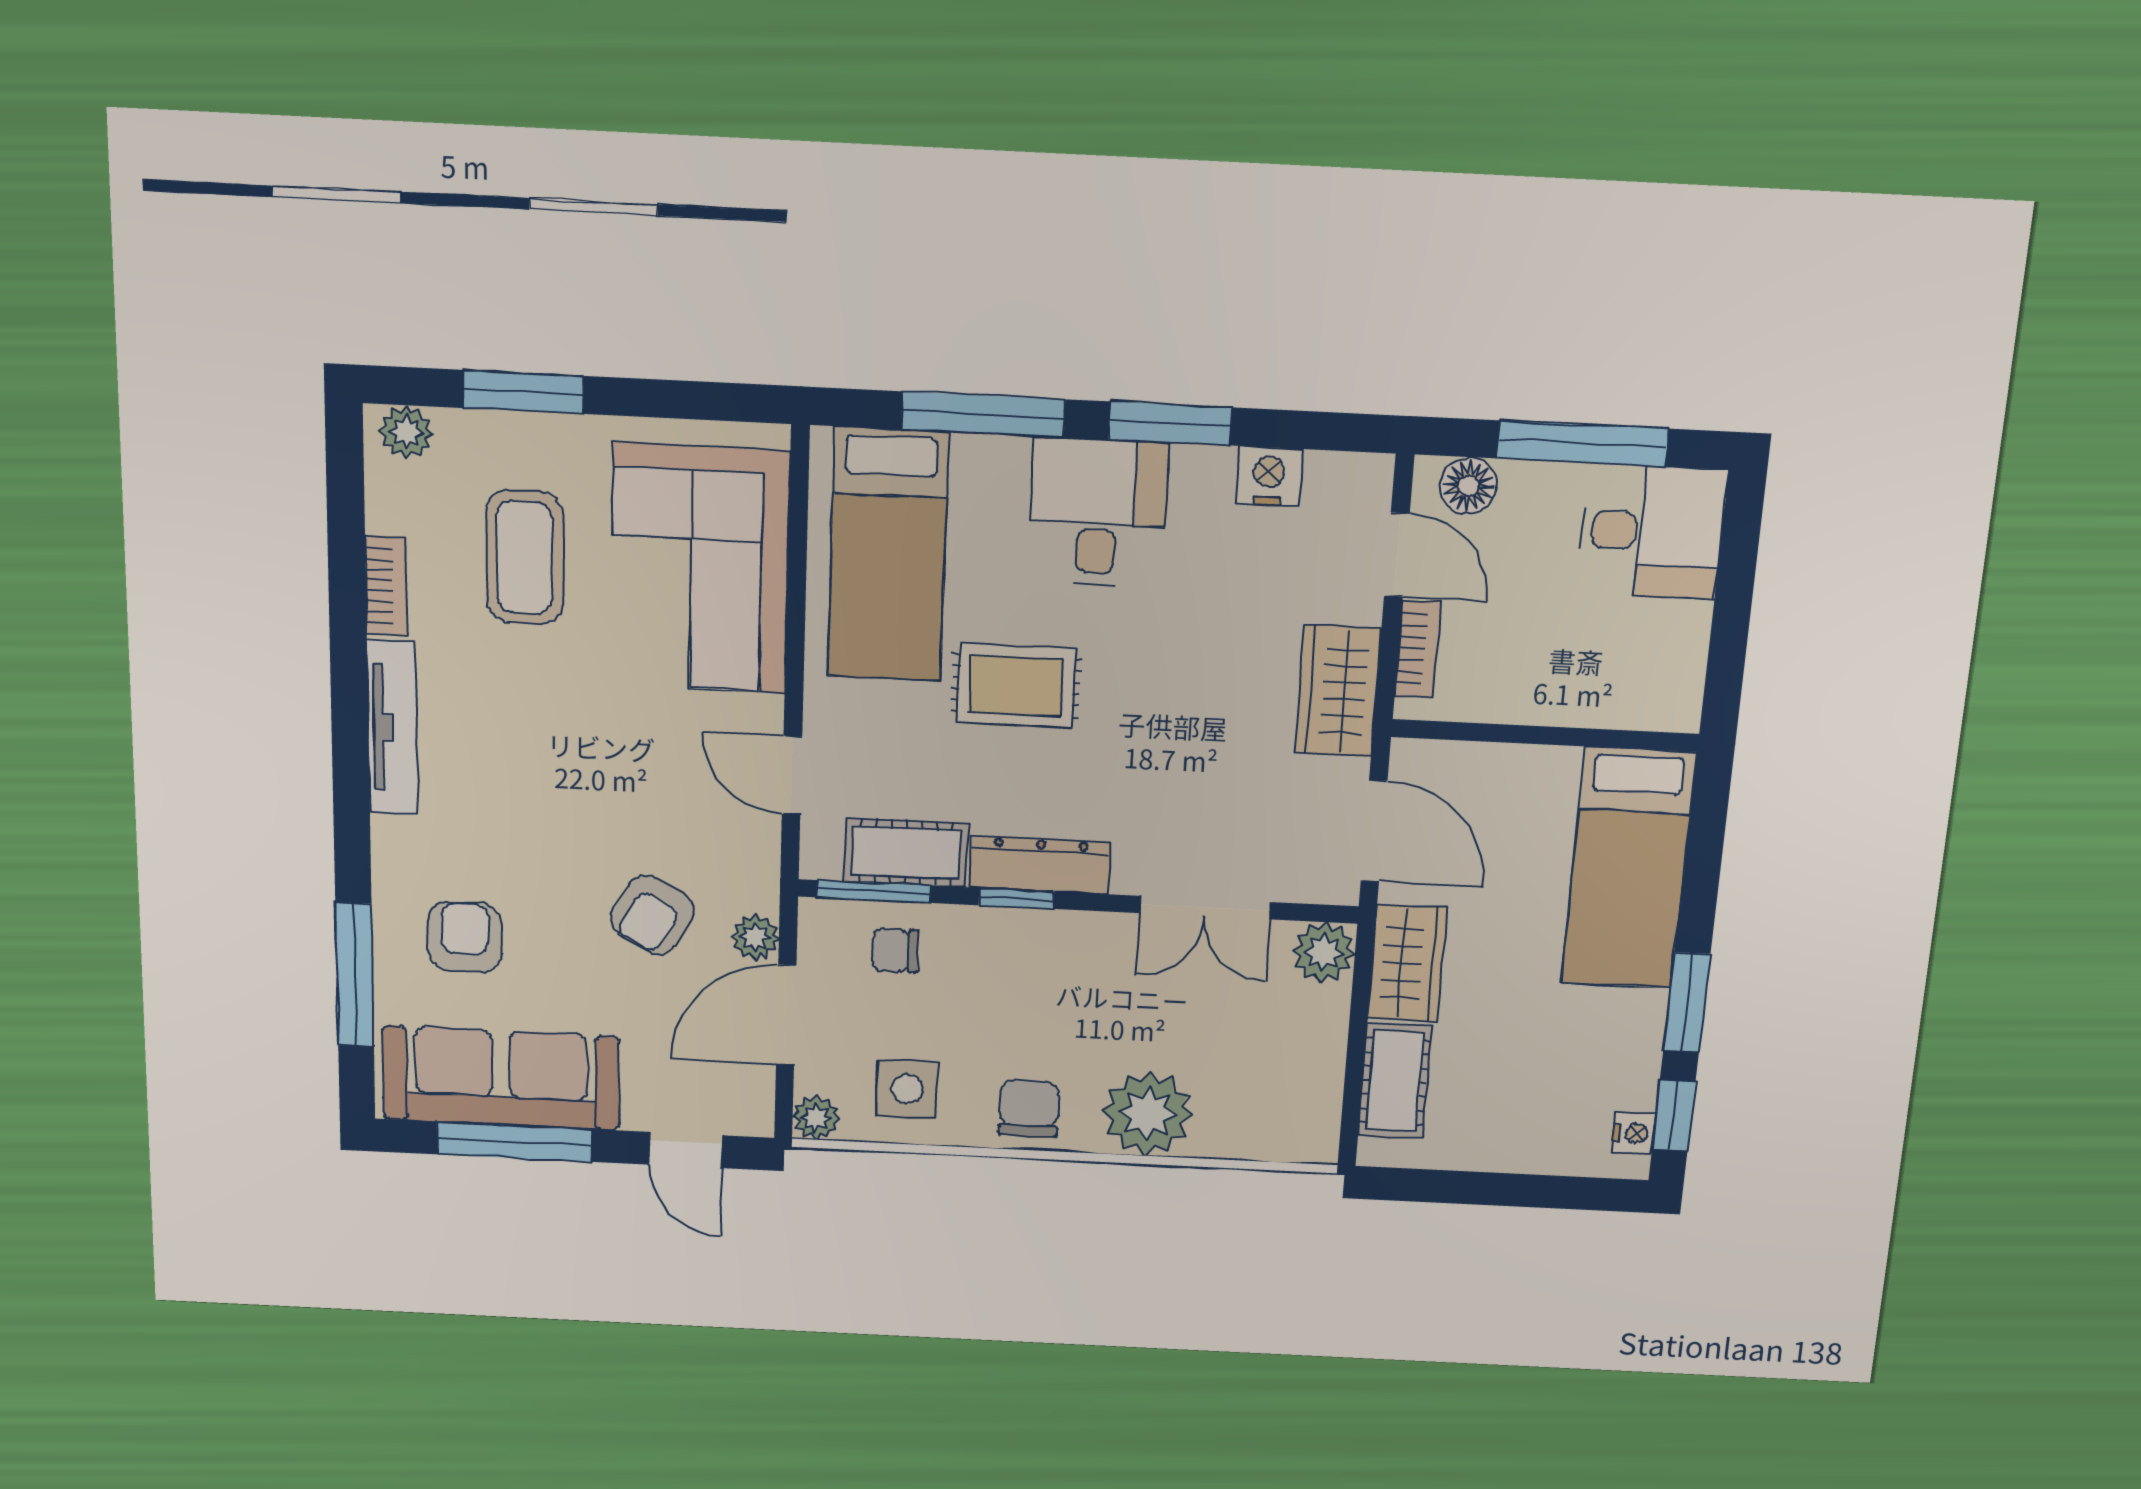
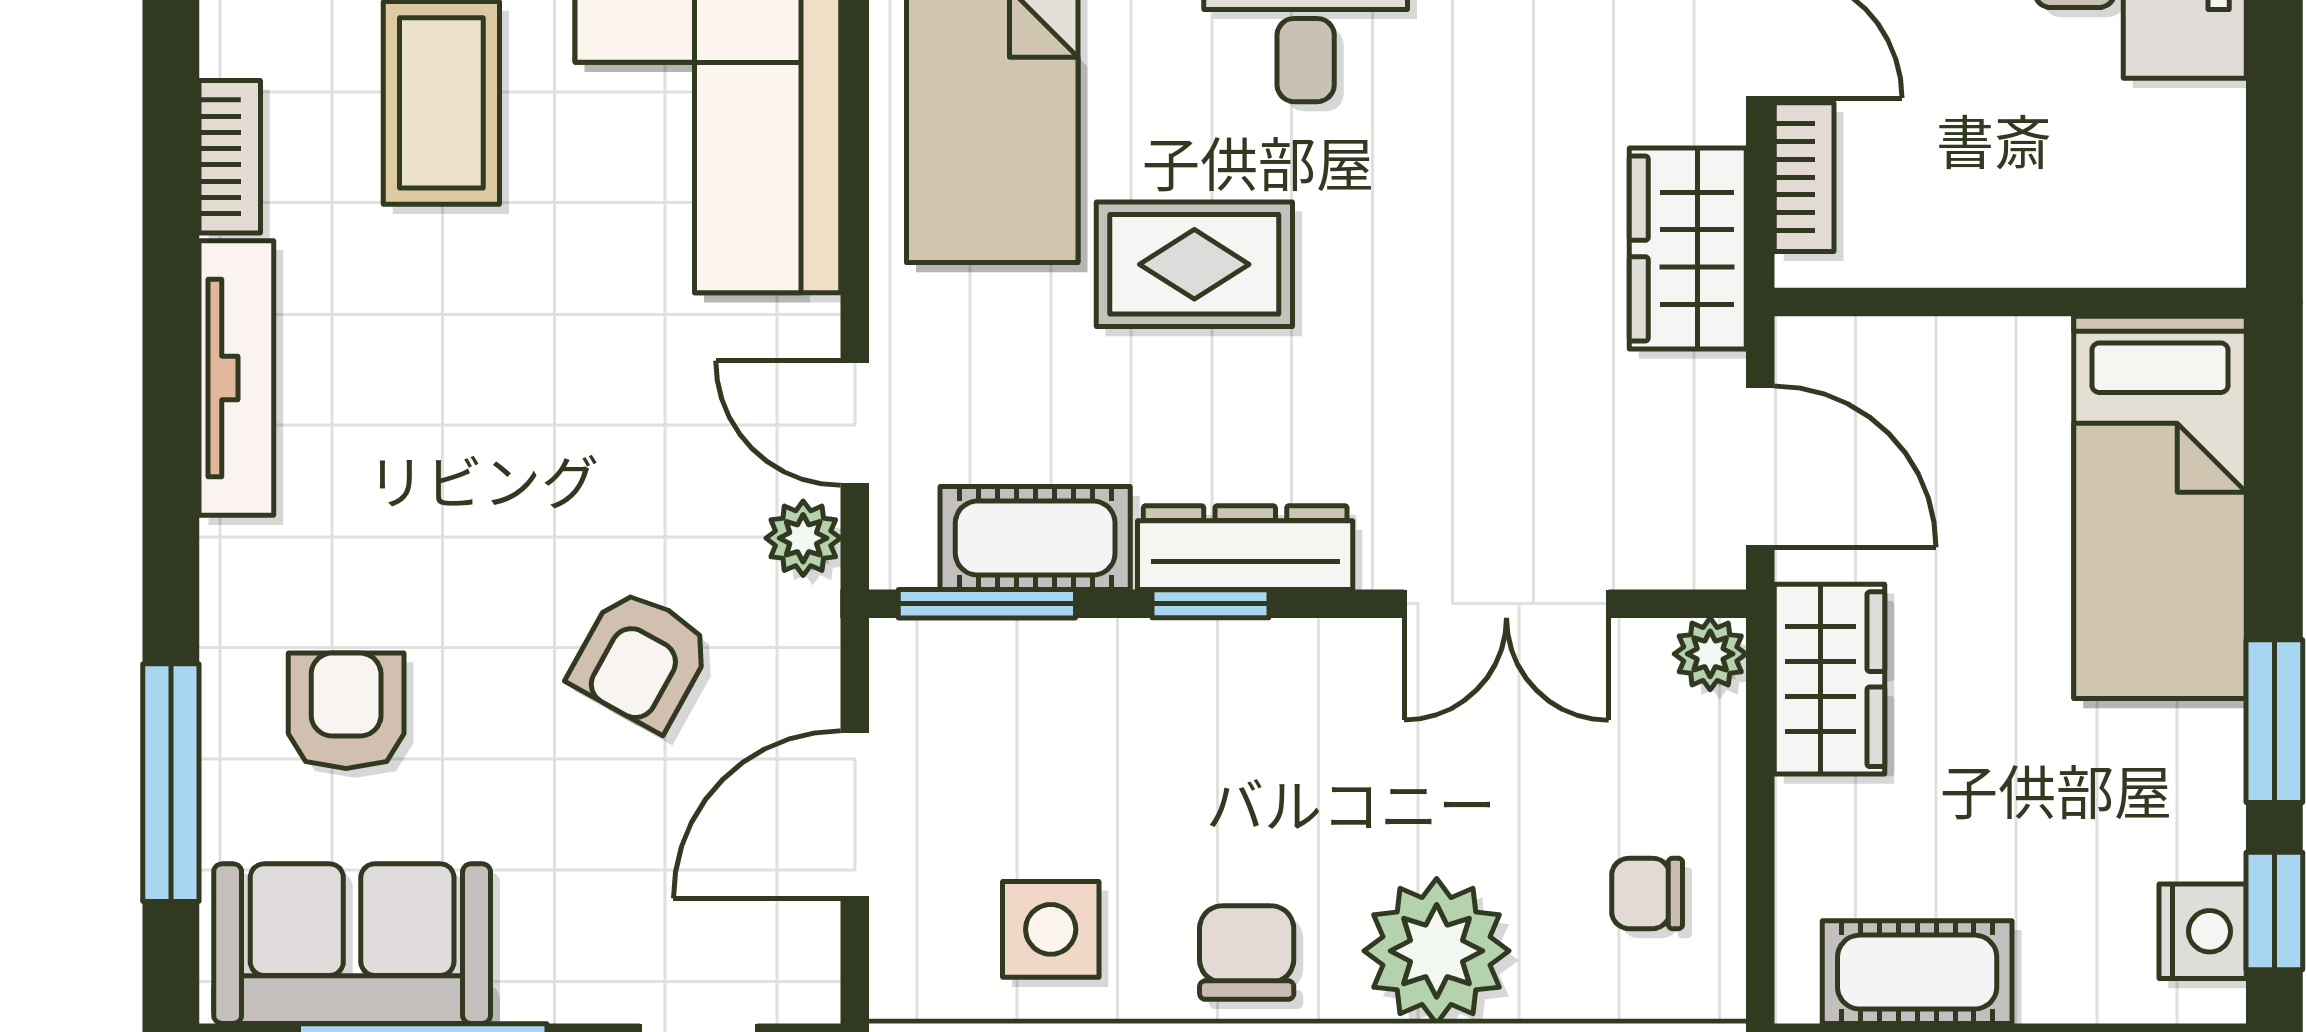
plant: (755, 937) -> (803, 538), moved
chair: (895, 951) -> (1647, 893), moved
plant: (1323, 952) -> (1710, 654), width x0.73, depth x0.73
sofa: (501, 1078) -> (352, 944), width x0.73
cot: (1395, 1081) -> (1917, 972), moved, turned 90
plant: (816, 1118) -> (907, 986), removed
nightstand: (1634, 1133) -> (2203, 931), width x1.39, depth x1.35

